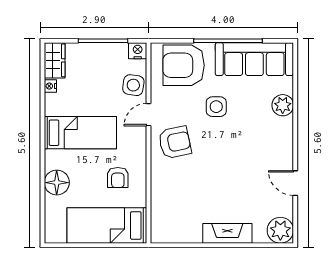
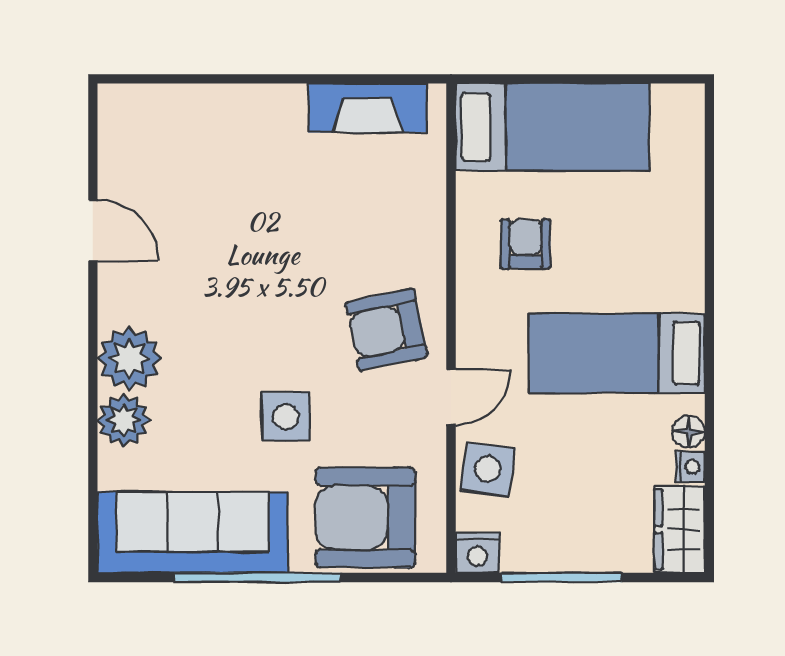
armchair: (184, 65) -> (365, 518), turned 180
floor lamp: (57, 183) -> (689, 432), moved, width x0.53, depth x0.53
plant: (280, 230) -> (129, 358), moved
fireplace: (227, 233) -> (368, 108), moved

